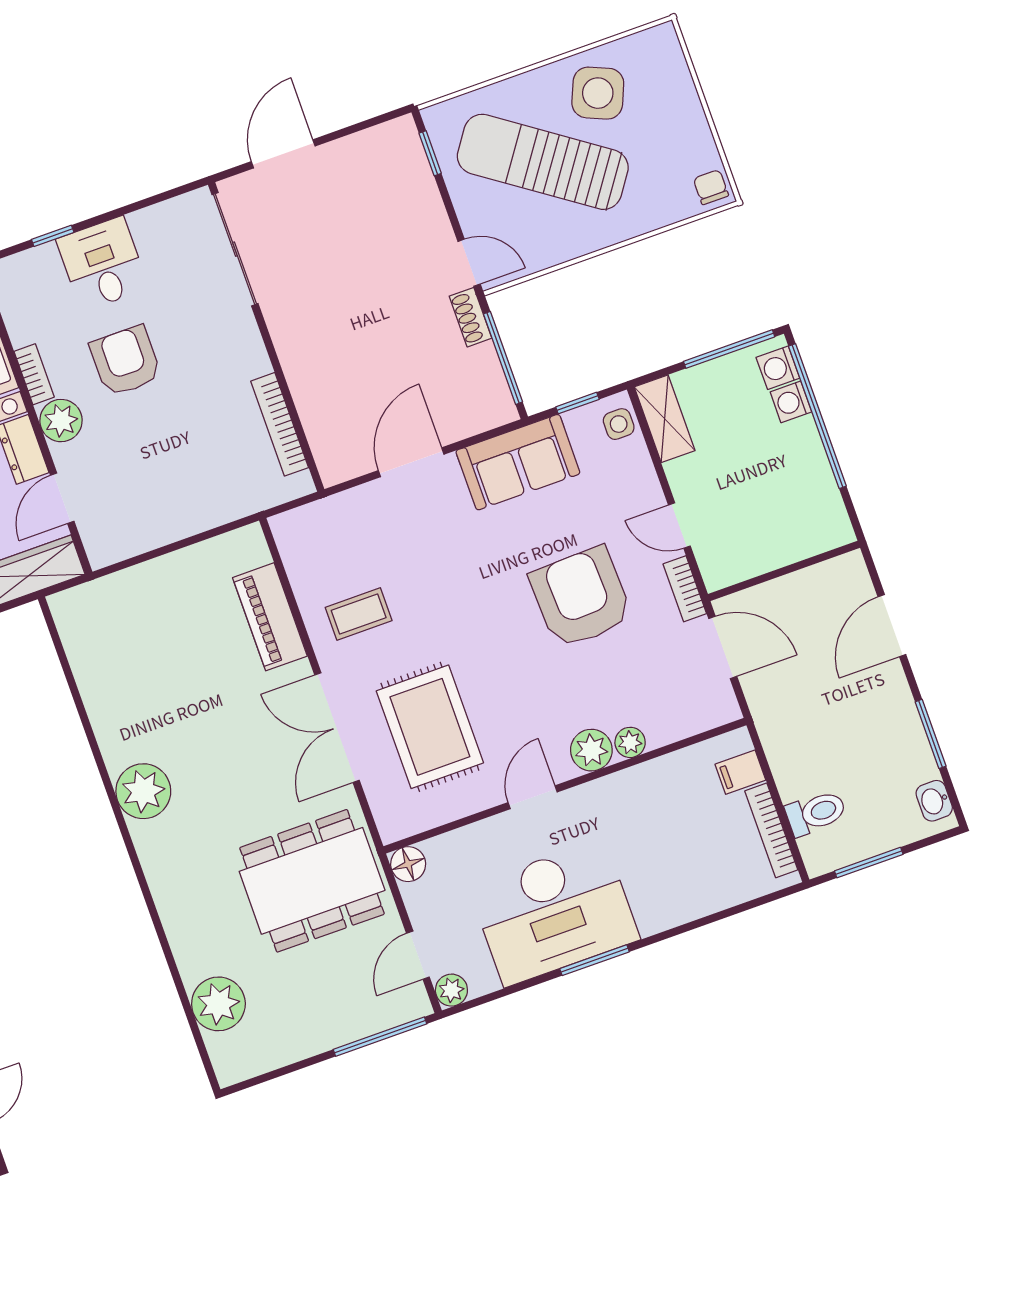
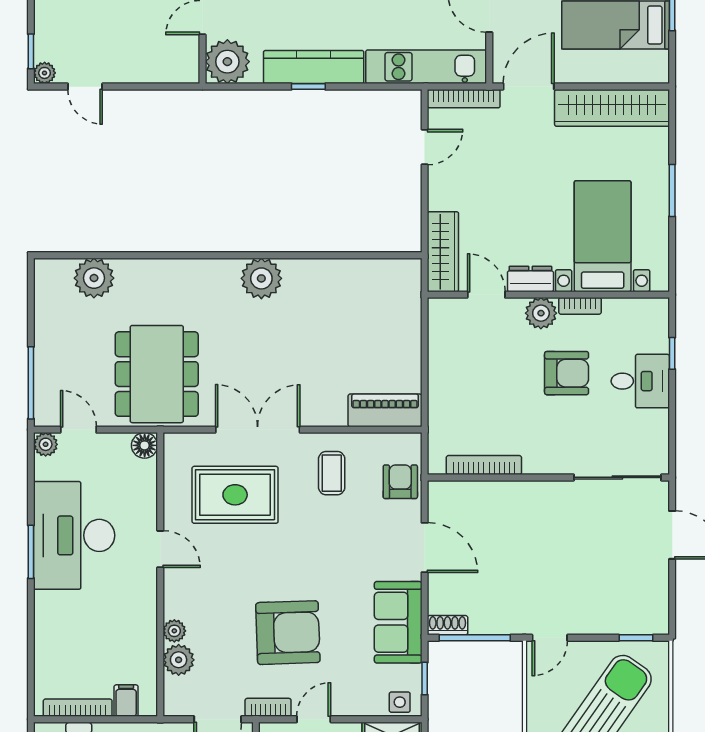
shoe rack: (471, 317) -> (447, 625), moved
armchair: (339, 523) -> (400, 482), added
piano: (270, 617) -> (385, 410), moved
plant: (591, 750) -> (179, 660), moved

